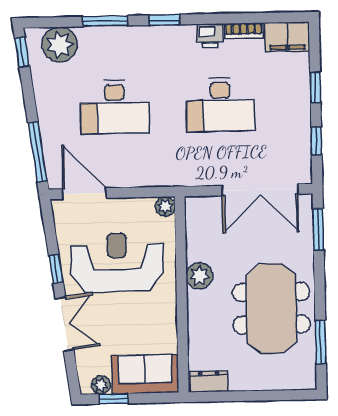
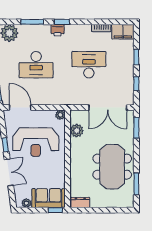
printer: (210, 36) -> (58, 30), moved
desk: (220, 105) -> (89, 65), turned 180
reception desk: (117, 262) -> (36, 142), turned 180
plant: (199, 276) -> (77, 131), moved
window: (114, 399) -> (55, 210), moved

